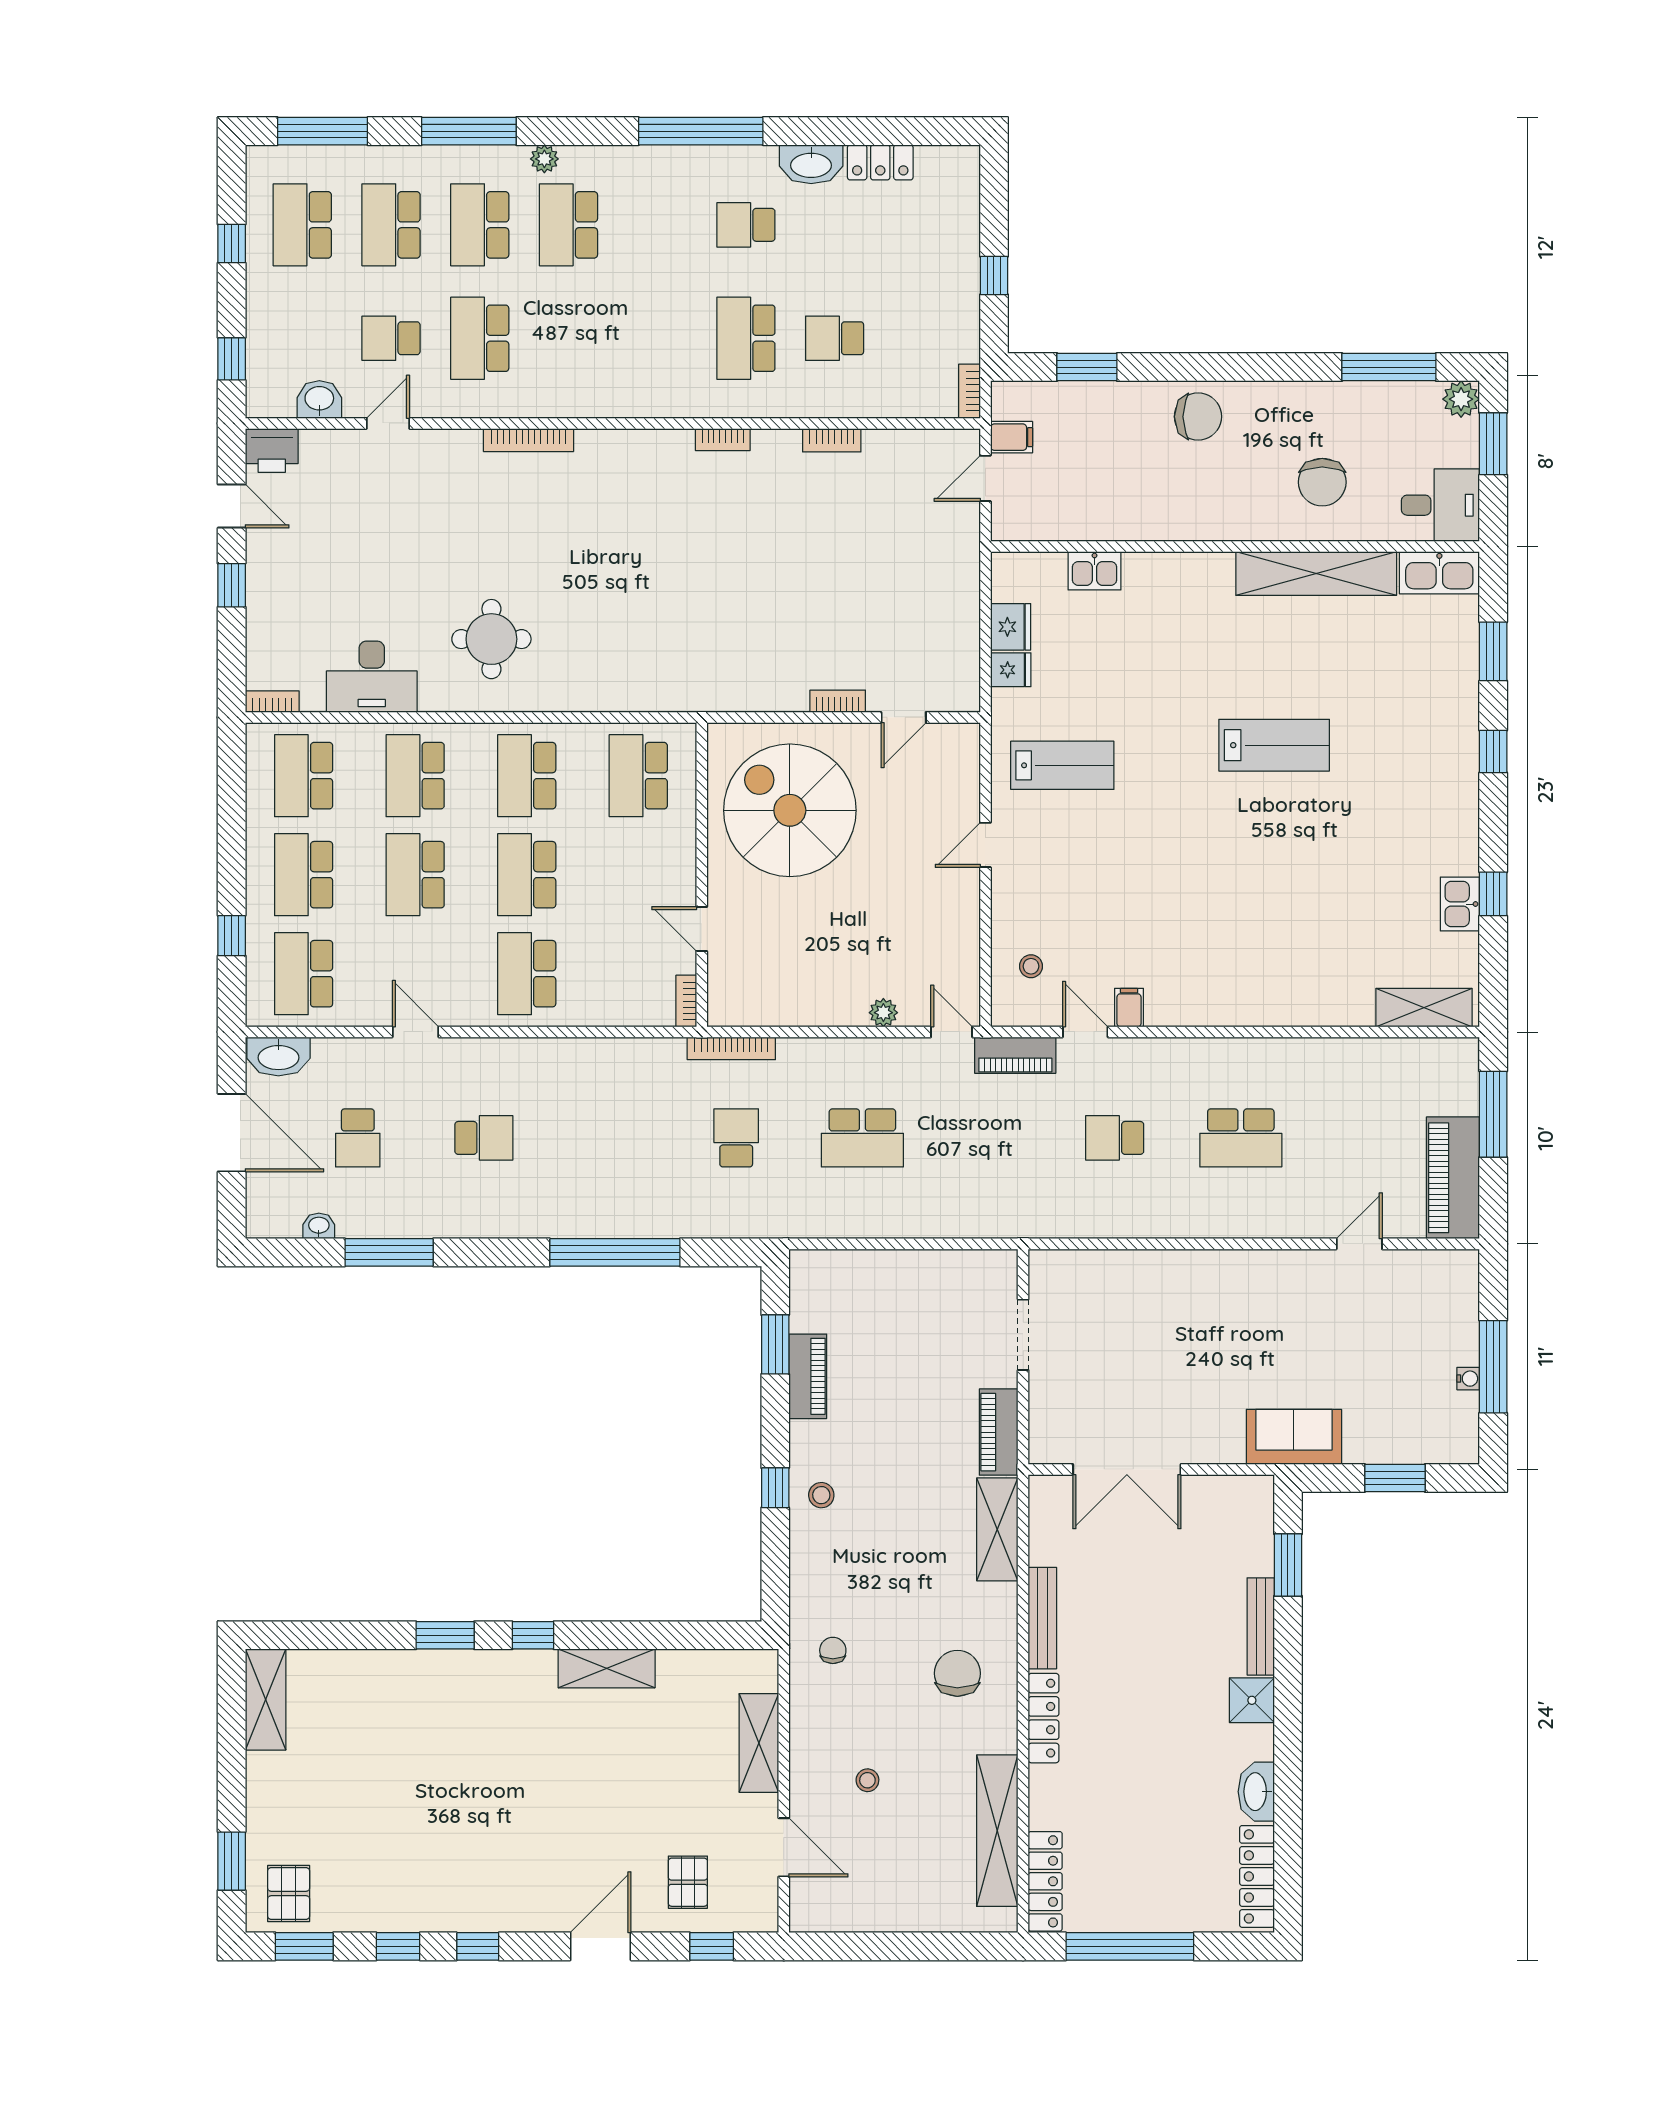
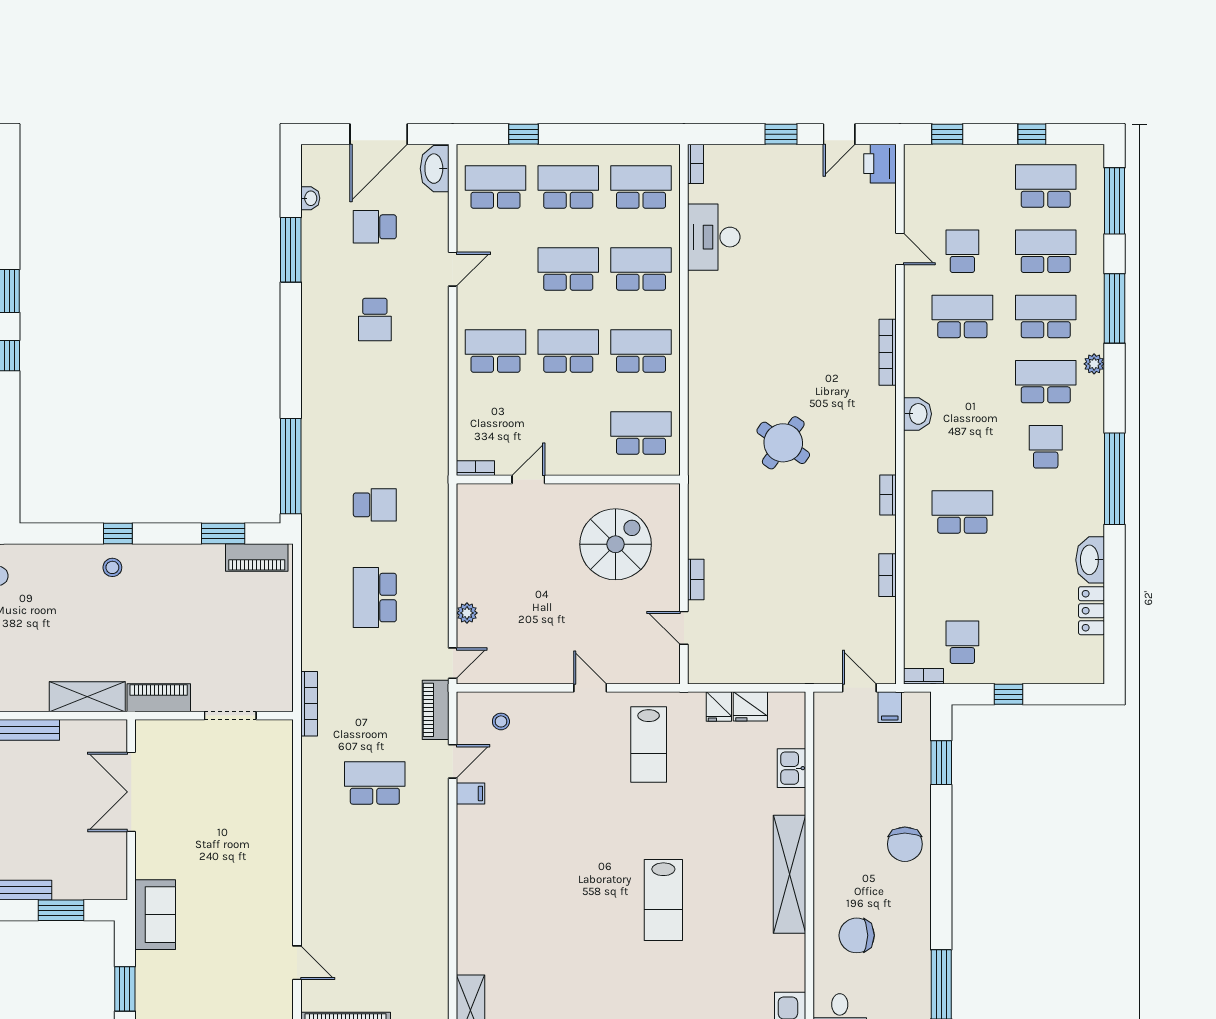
school desk: (746, 225) -> (1046, 447), moved
school desk: (835, 338) -> (962, 642), moved
washbasin: (319, 399) -> (917, 414), moved
shelving: (1316, 574) -> (789, 874), moved
round table: (491, 639) -> (783, 443), moved, turned 35
spiral stairs: (790, 810) -> (616, 544), width x0.73, depth x0.73
bookcase: (731, 1048) -> (309, 704), moved, turned 180
school desk: (1115, 1138) -> (375, 783), width x1.85
school desk: (1241, 1138) -> (375, 876), removed
window: (615, 1252) -> (291, 466), moved
piano: (808, 1376) -> (257, 557), moved

